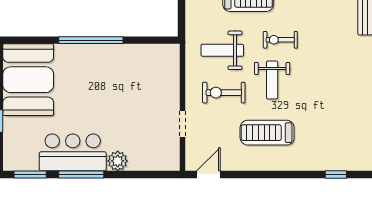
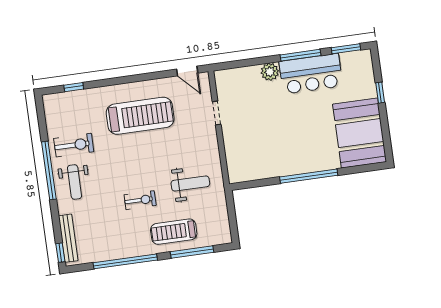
weight bench: (272, 80) -> (75, 182), moved, turned 180
exercise bike: (224, 93) -> (74, 145), moved
treadmill: (267, 133) -> (140, 116), width x1.37, depth x1.38
door: (208, 175) -> (187, 71), hinge flipped

